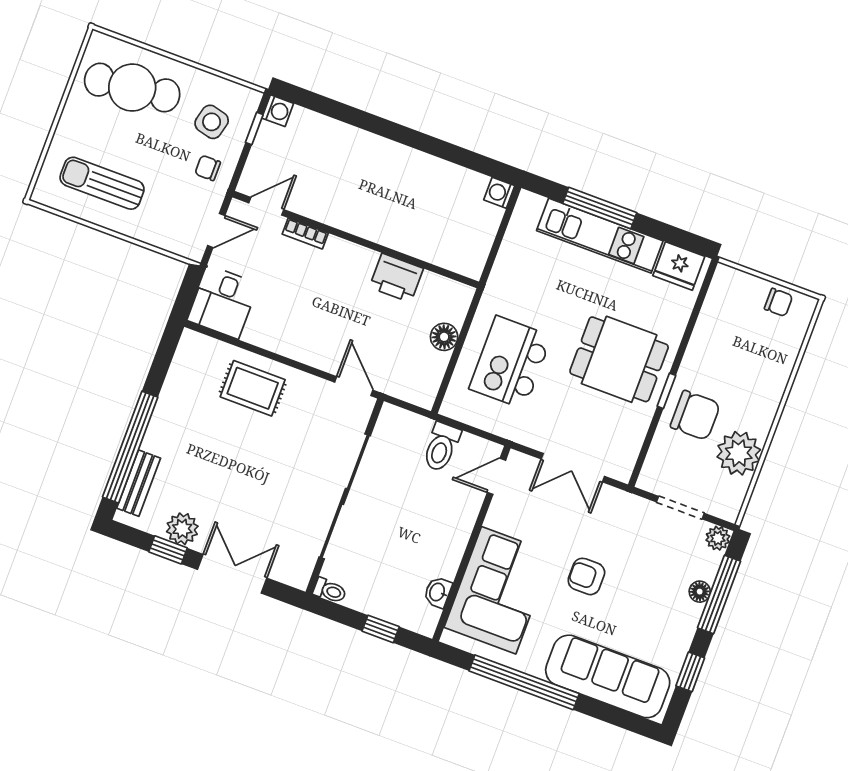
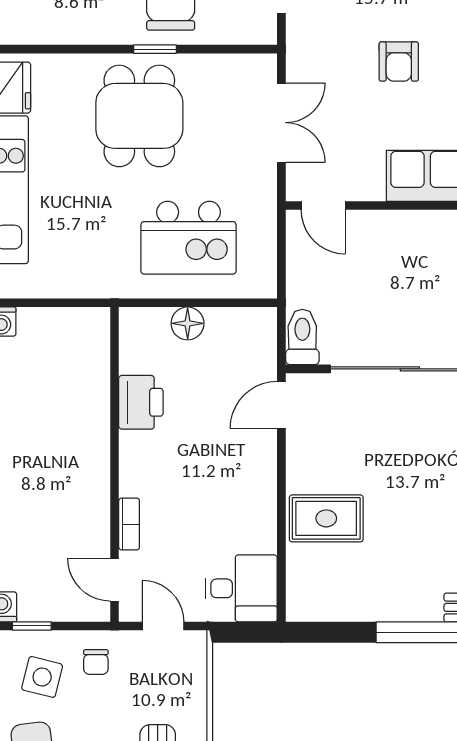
rug: (253, 388) -> (326, 518), turned 90
toilet: (441, 447) -> (302, 337), moved, turned -90

